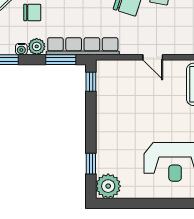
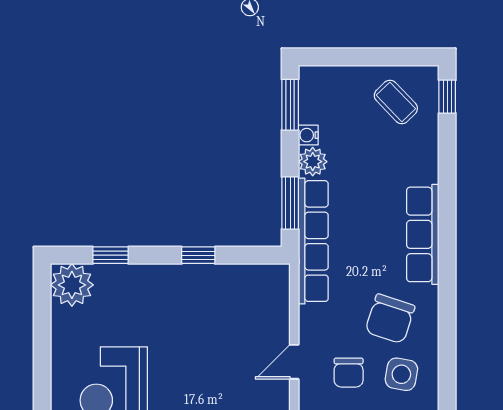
chair: (32, 12) -> (349, 373), moved
window: (91, 82) -> (198, 255), moved

